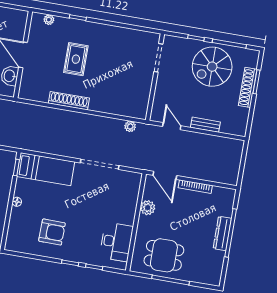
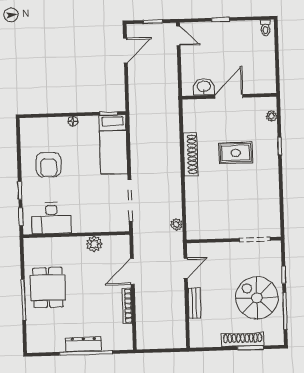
plant: (148, 208) -> (94, 244), moved
wall: (136, 222) -> (76, 235), moved
desk: (116, 242) -> (51, 218), moved

